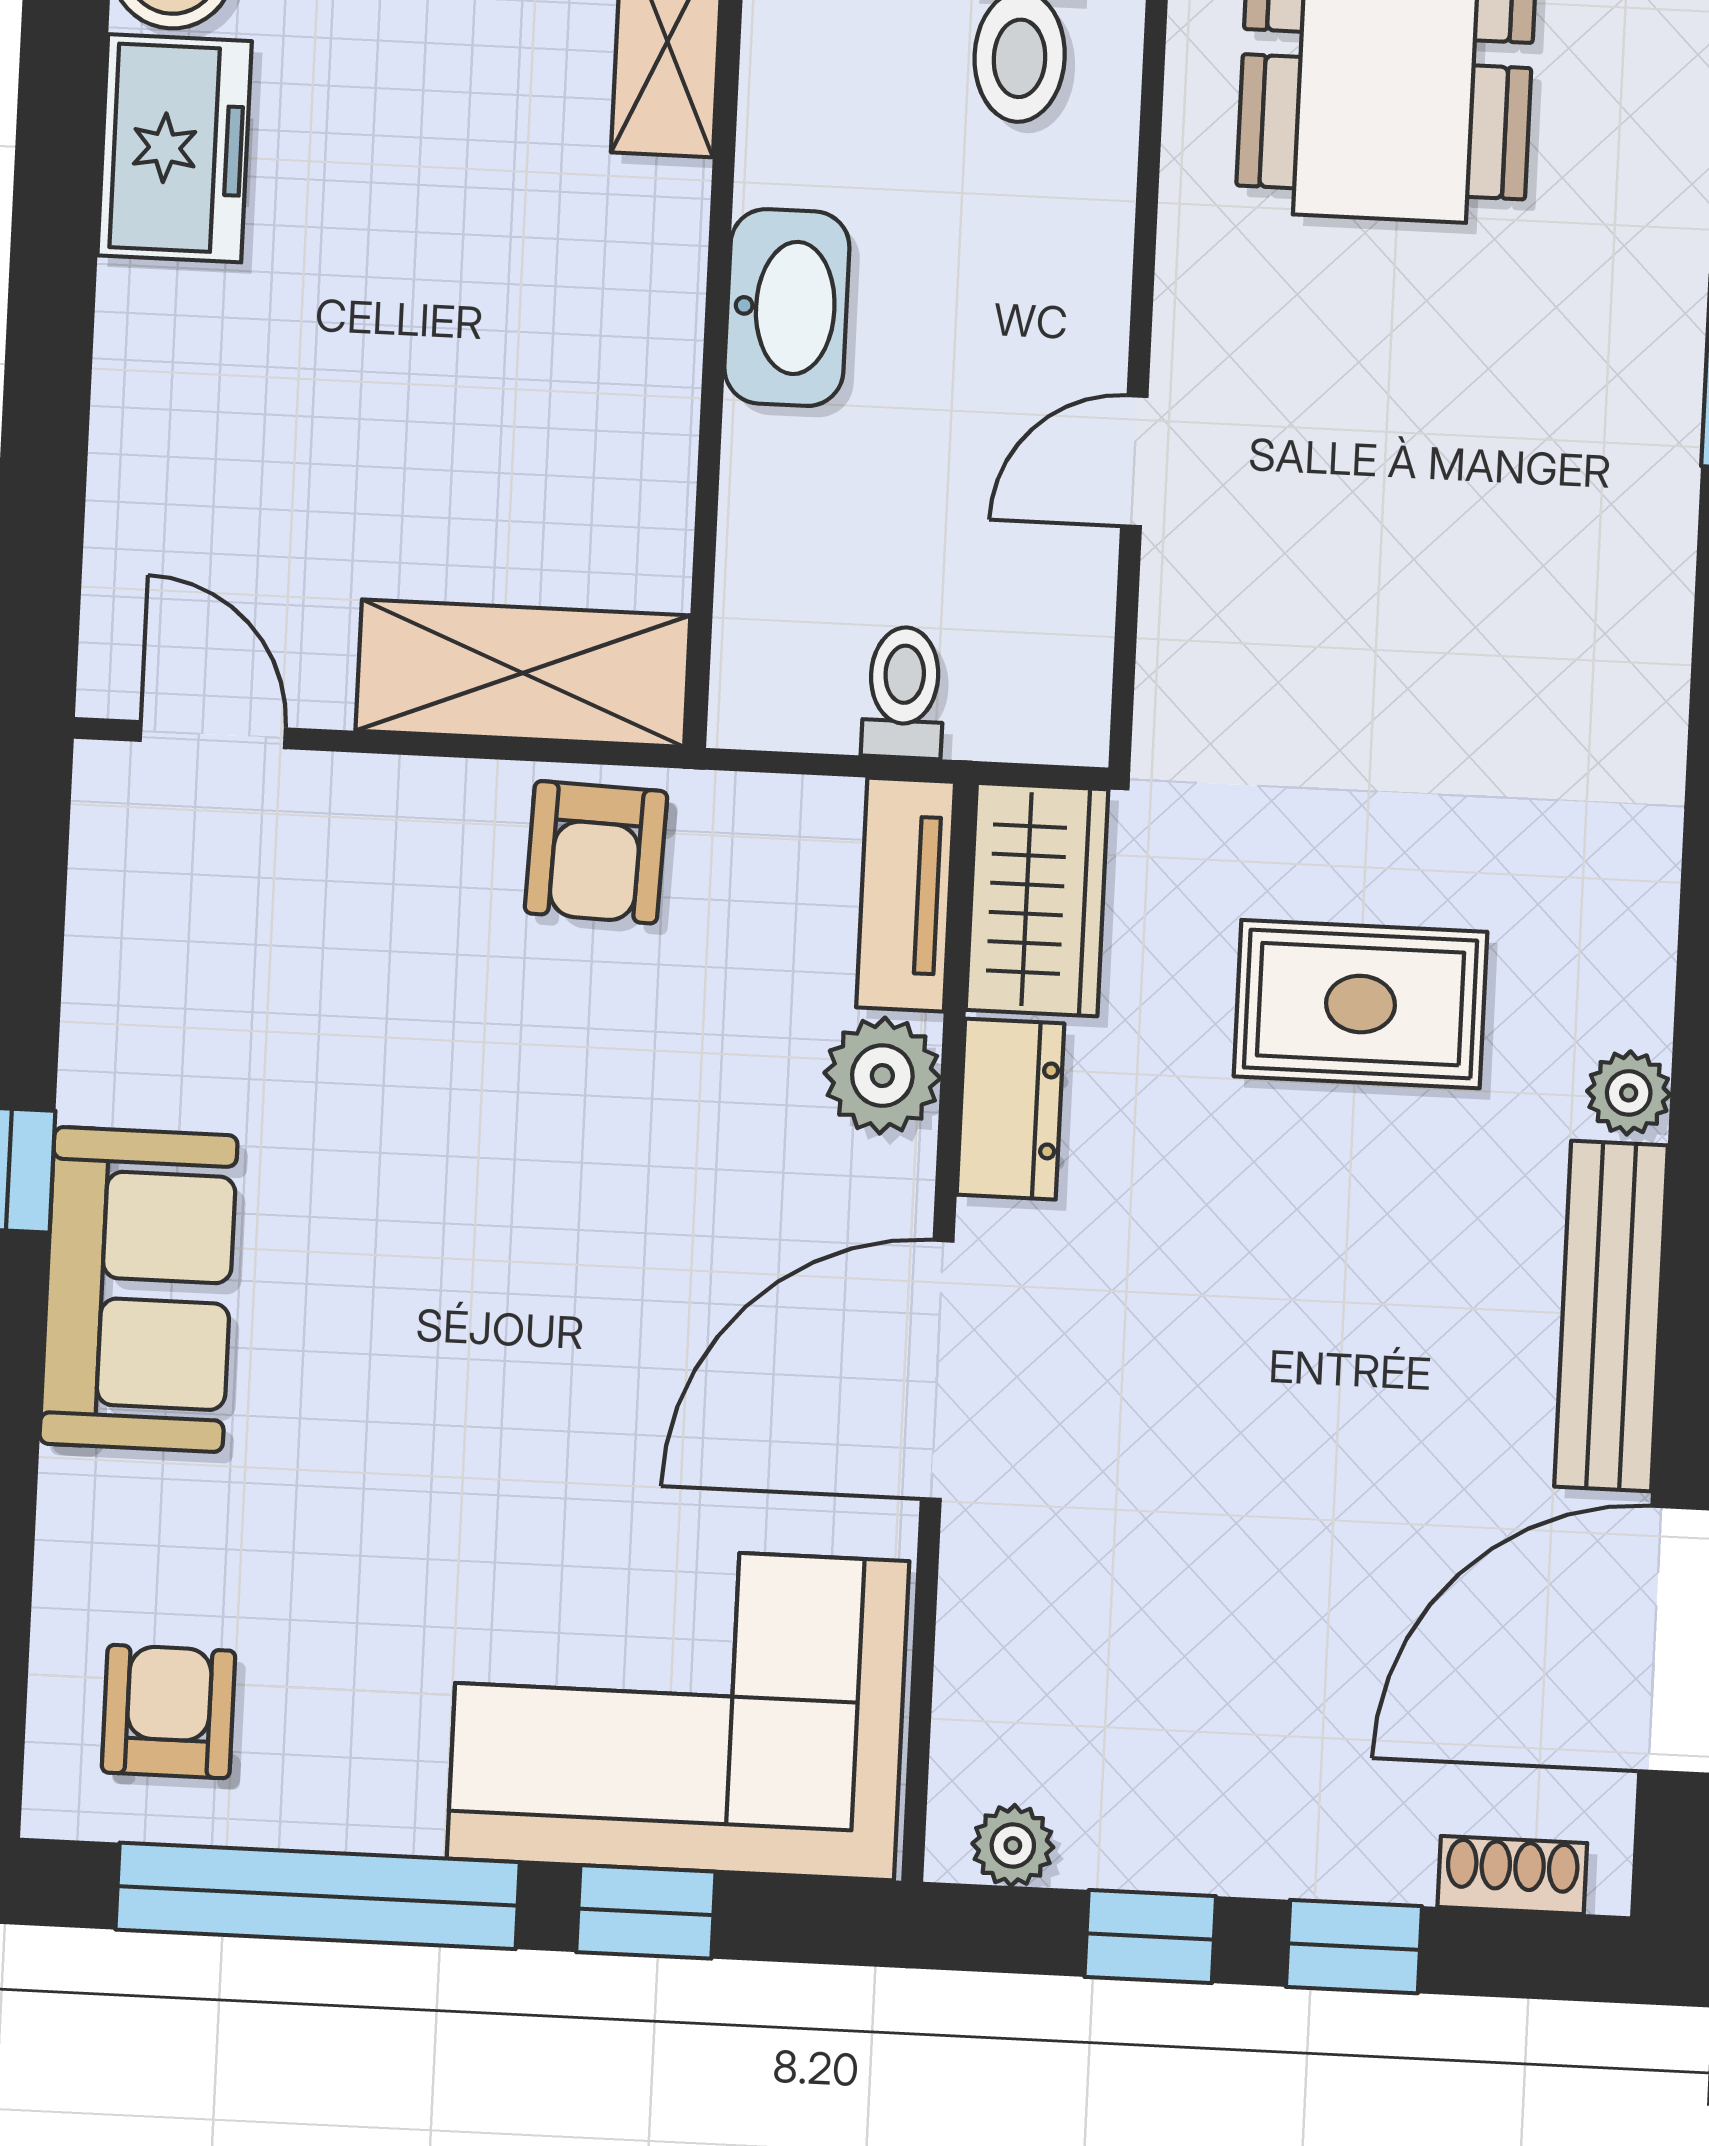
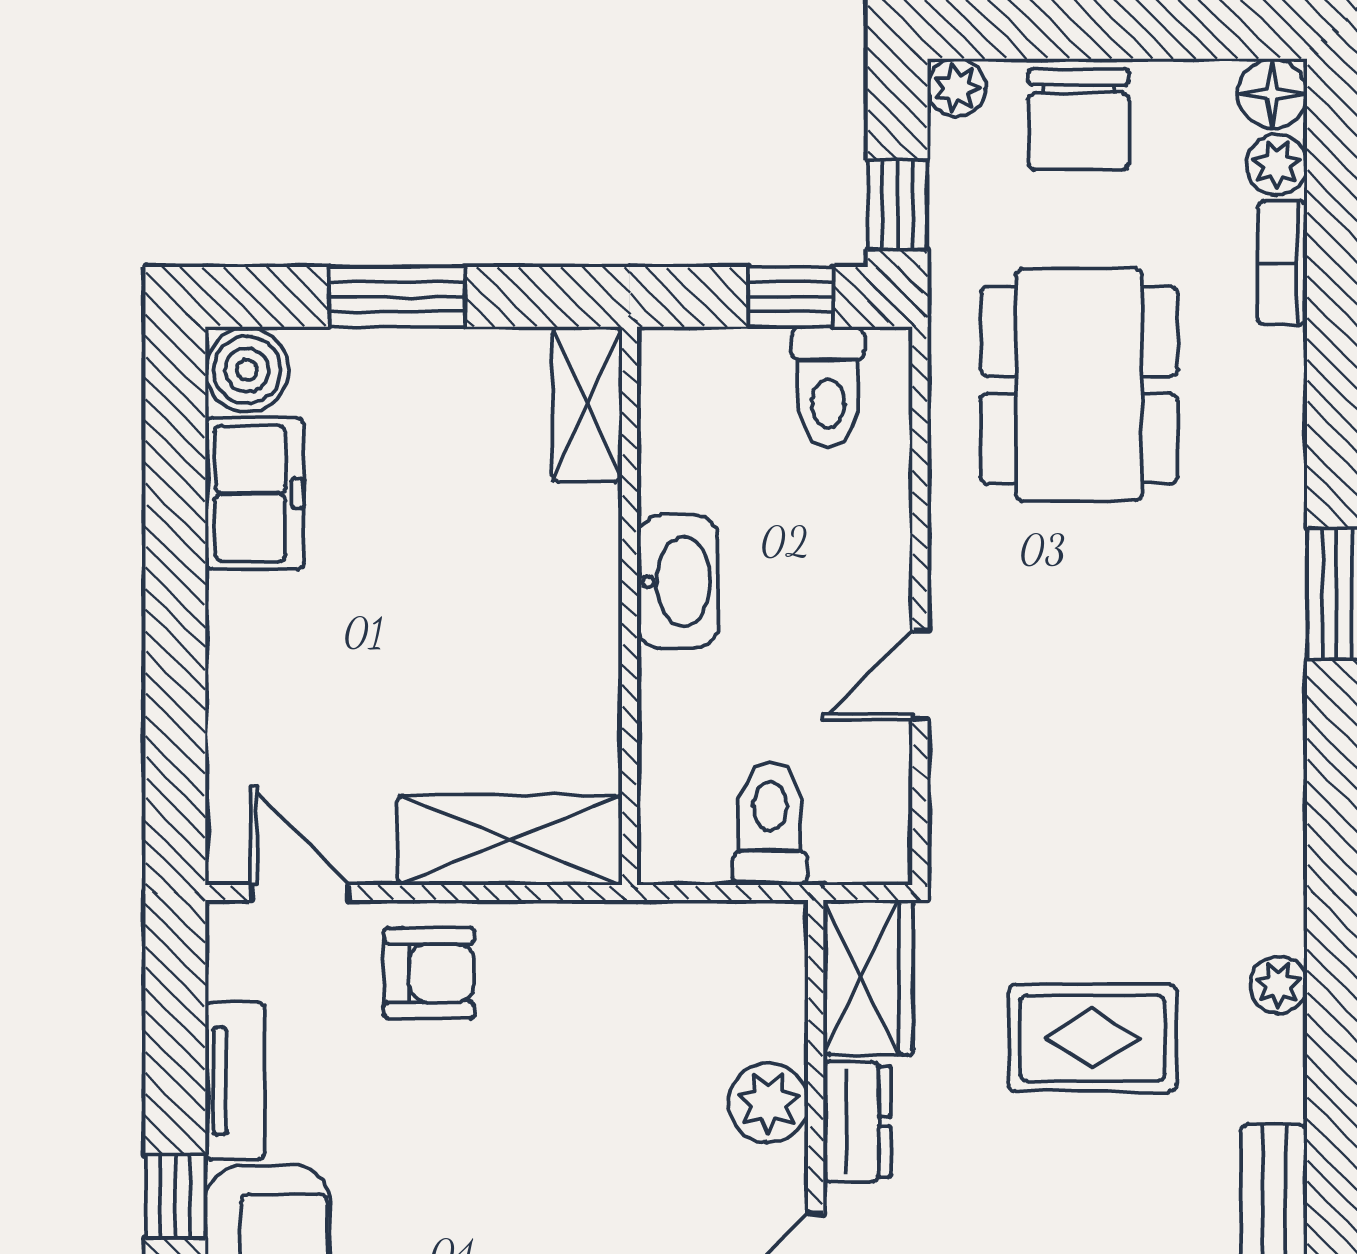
toilet: (904, 692) -> (770, 823), width x1.37, depth x1.39
armchair: (596, 852) -> (429, 973), moved, turned -92
tv unit: (906, 895) -> (235, 1081), moved, turned 180
plant: (1629, 1093) -> (1279, 985), moved

